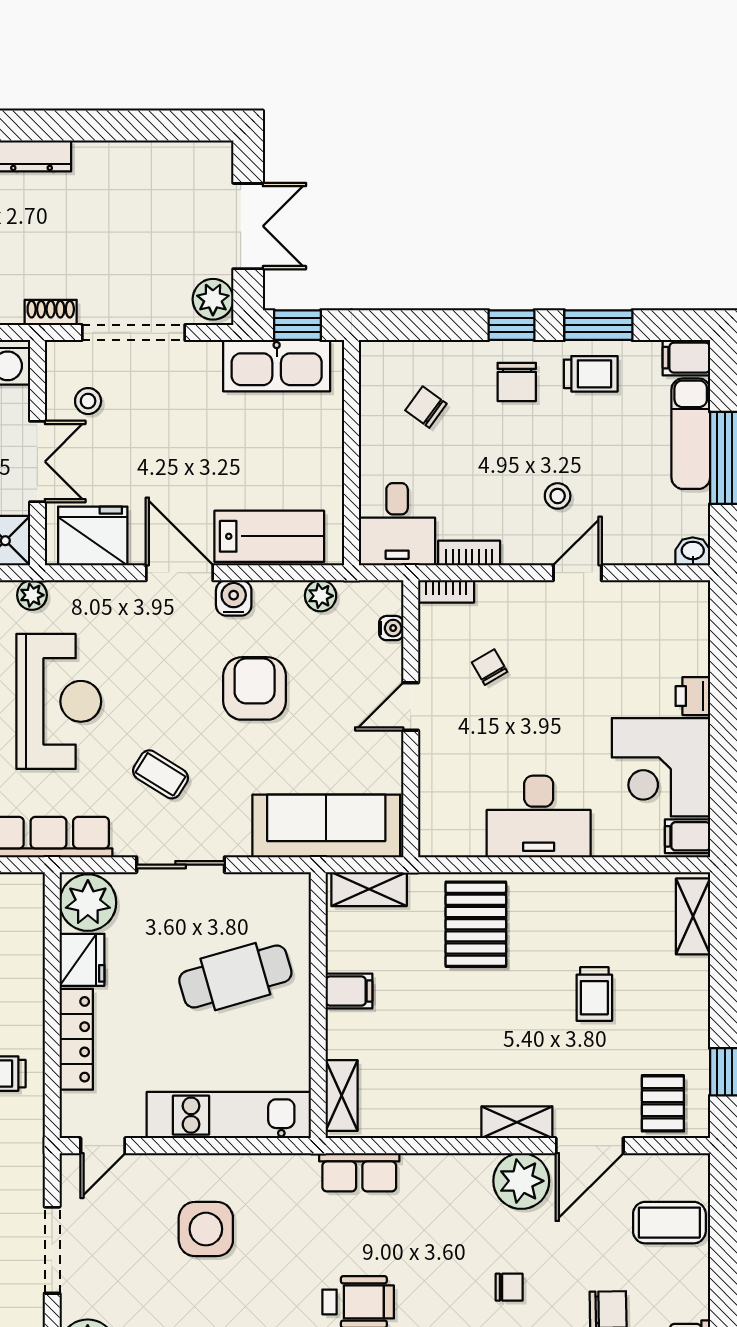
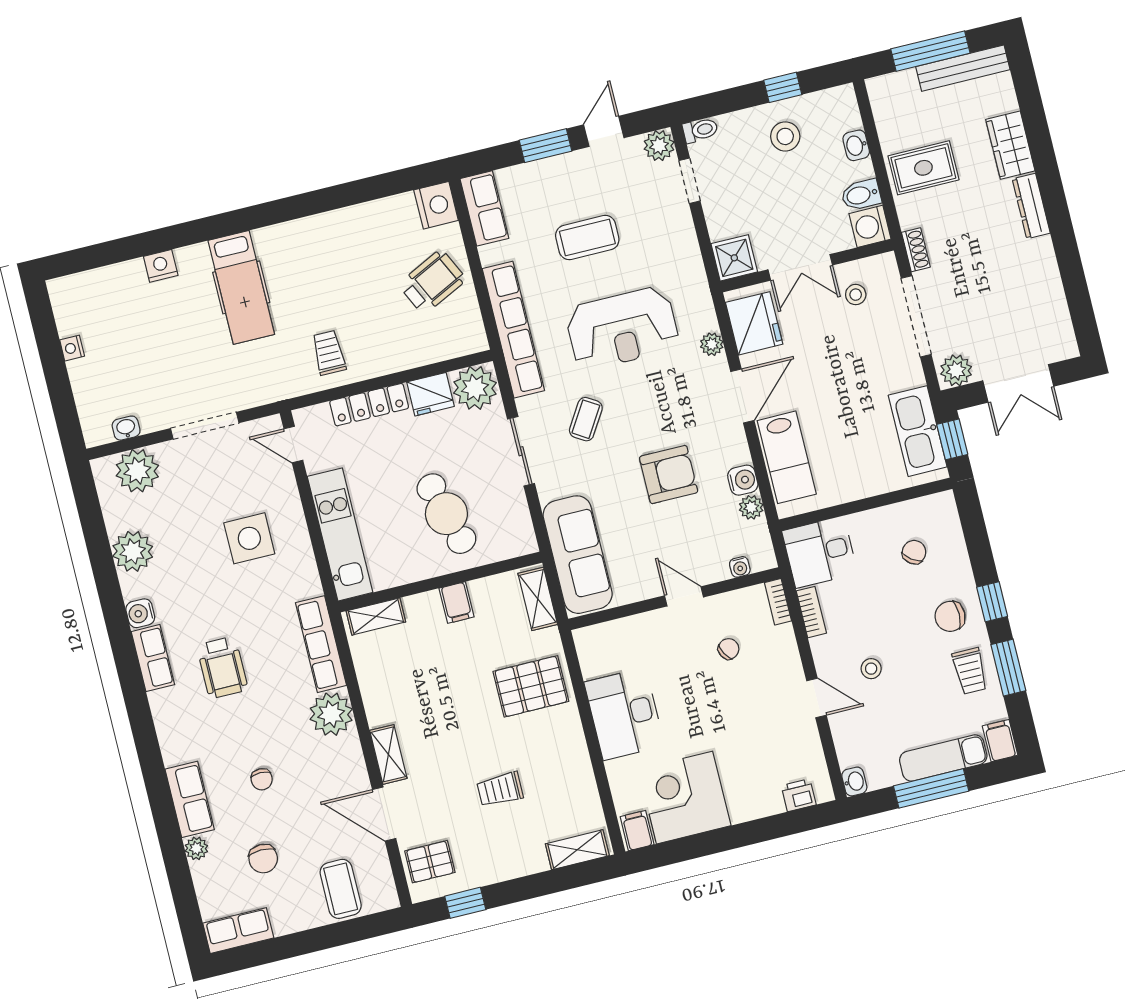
plant: (32, 595) -> (712, 344), moved
water cooler: (234, 598) -> (743, 480), moved
printer: (693, 696) -> (799, 795), moved
row of seats: (359, 1172) -> (321, 644), width x1.48
plant: (521, 1181) -> (331, 714), moved

